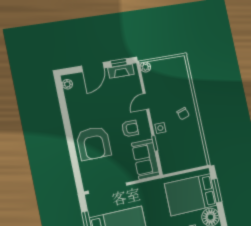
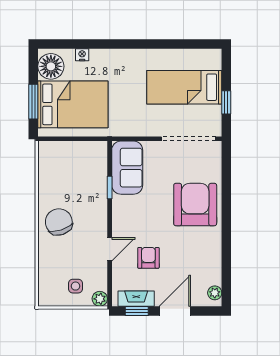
chair: (183, 114) -> (59, 222), width x1.87, depth x1.87
side table: (160, 128) -> (76, 286), moved
armchair: (130, 129) -> (148, 258), moved, turned 90

